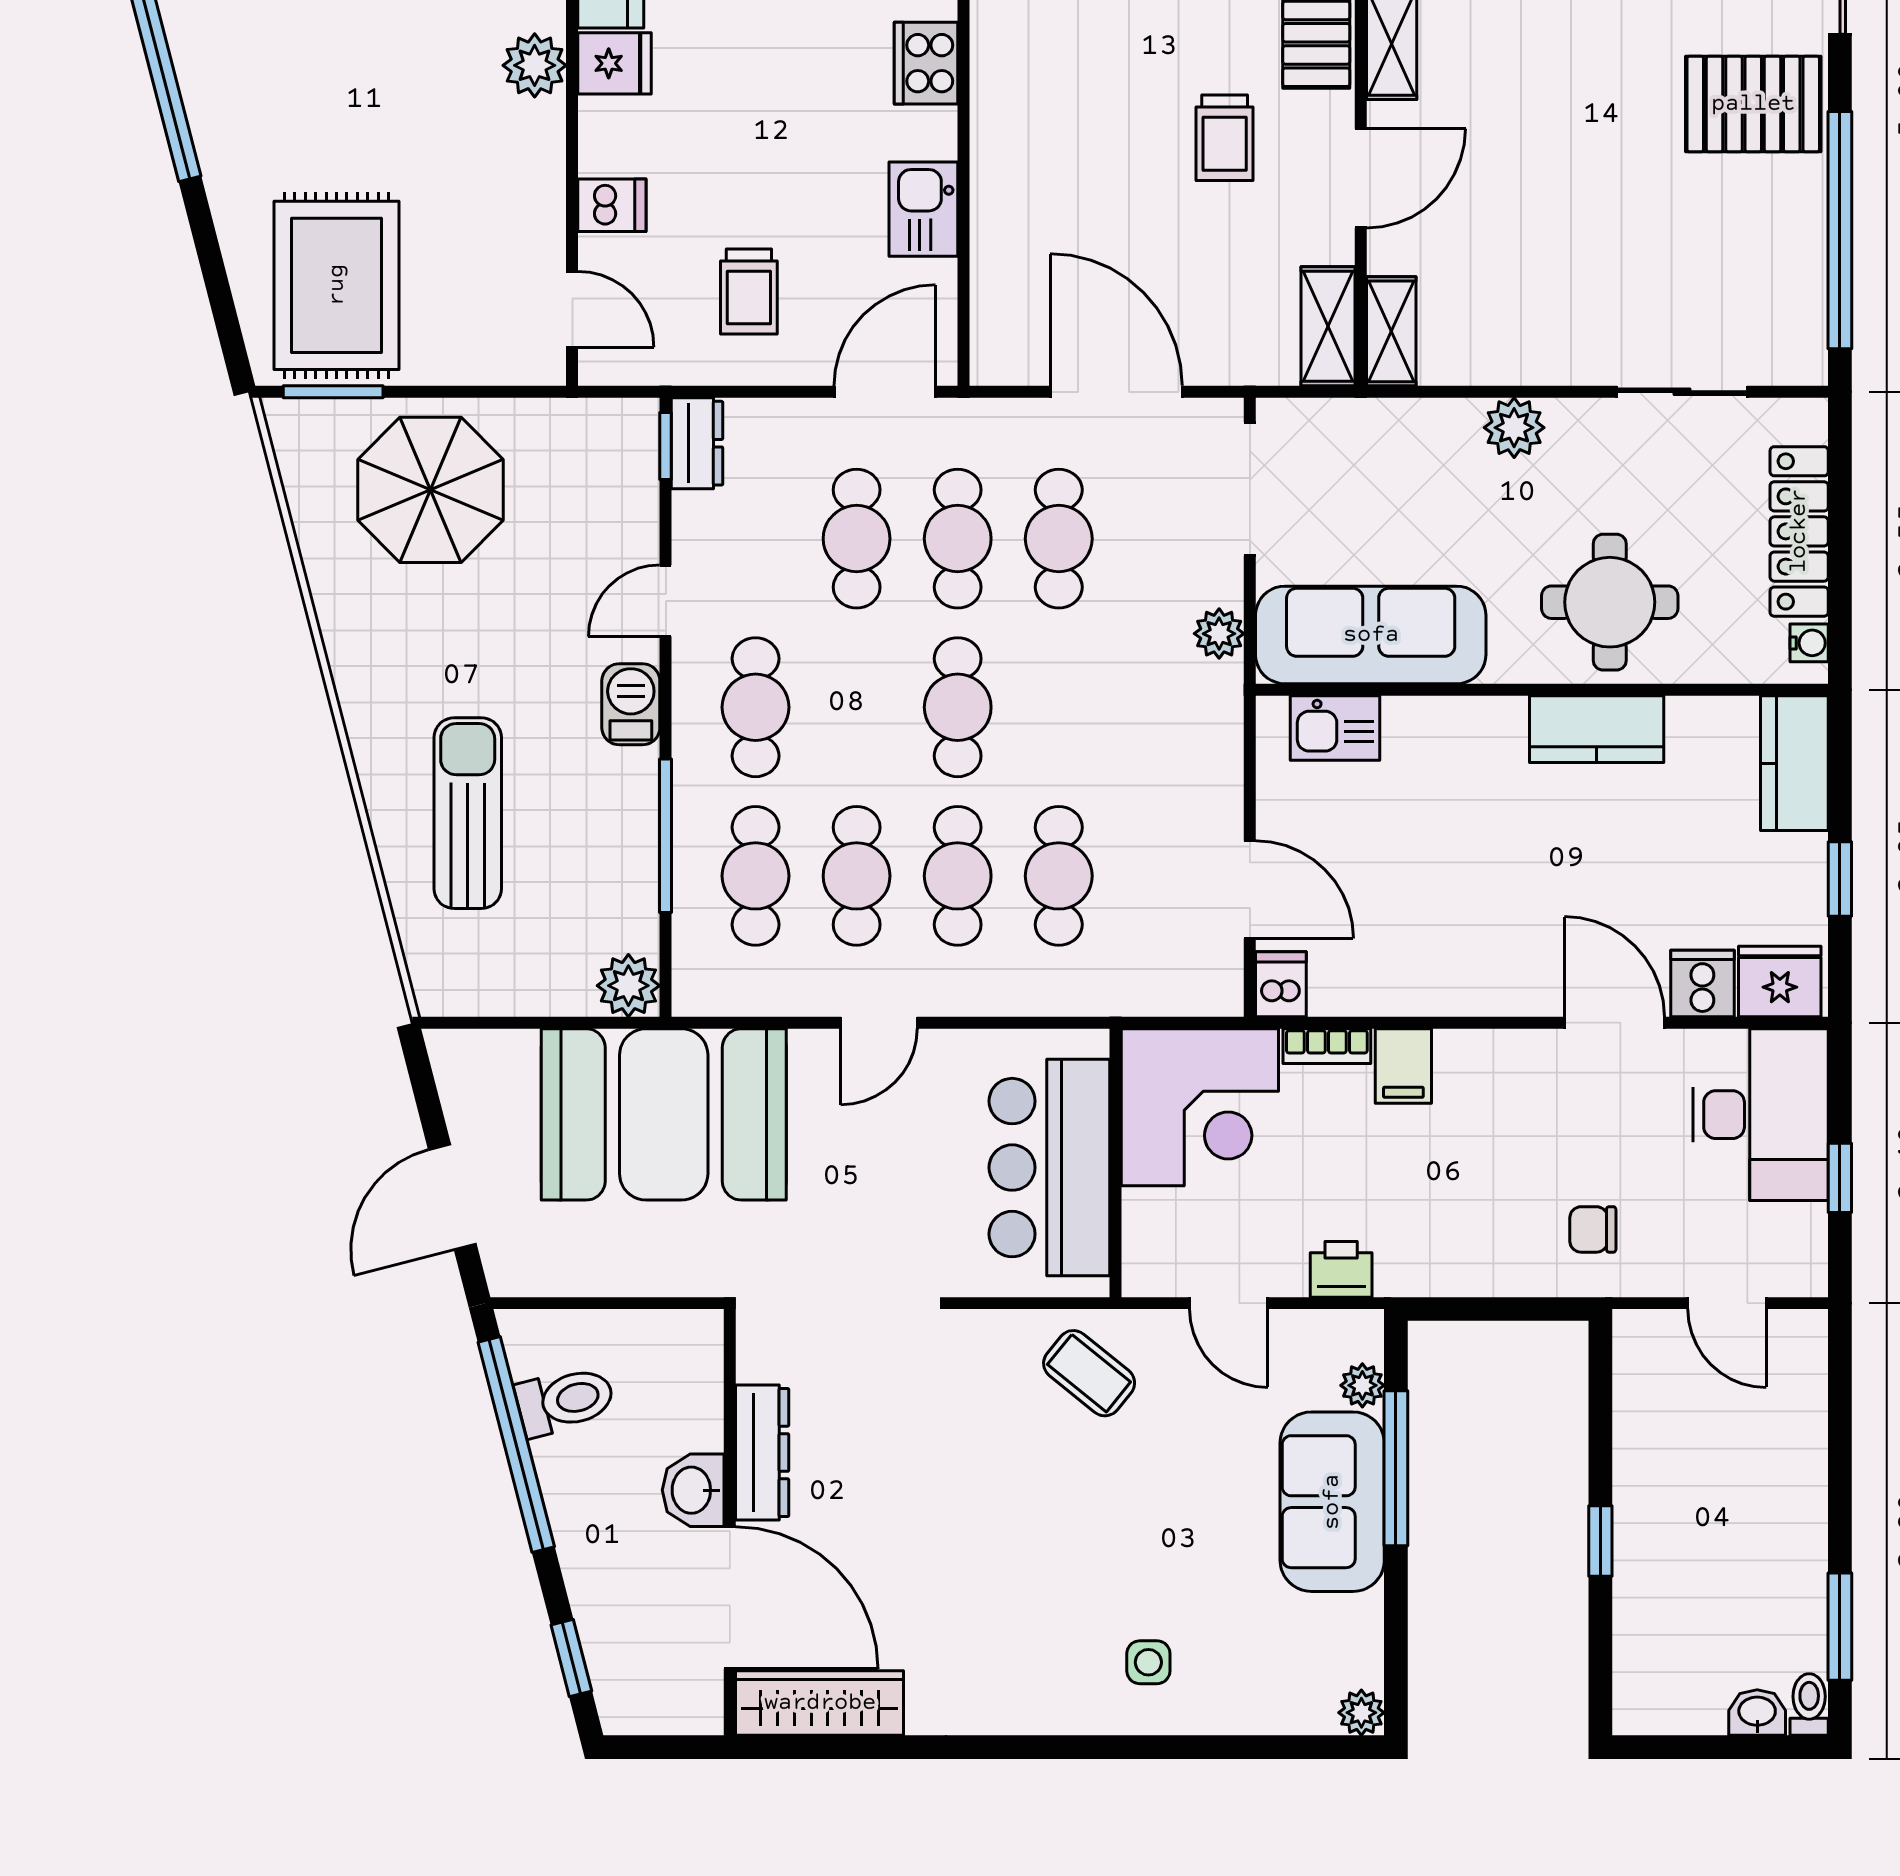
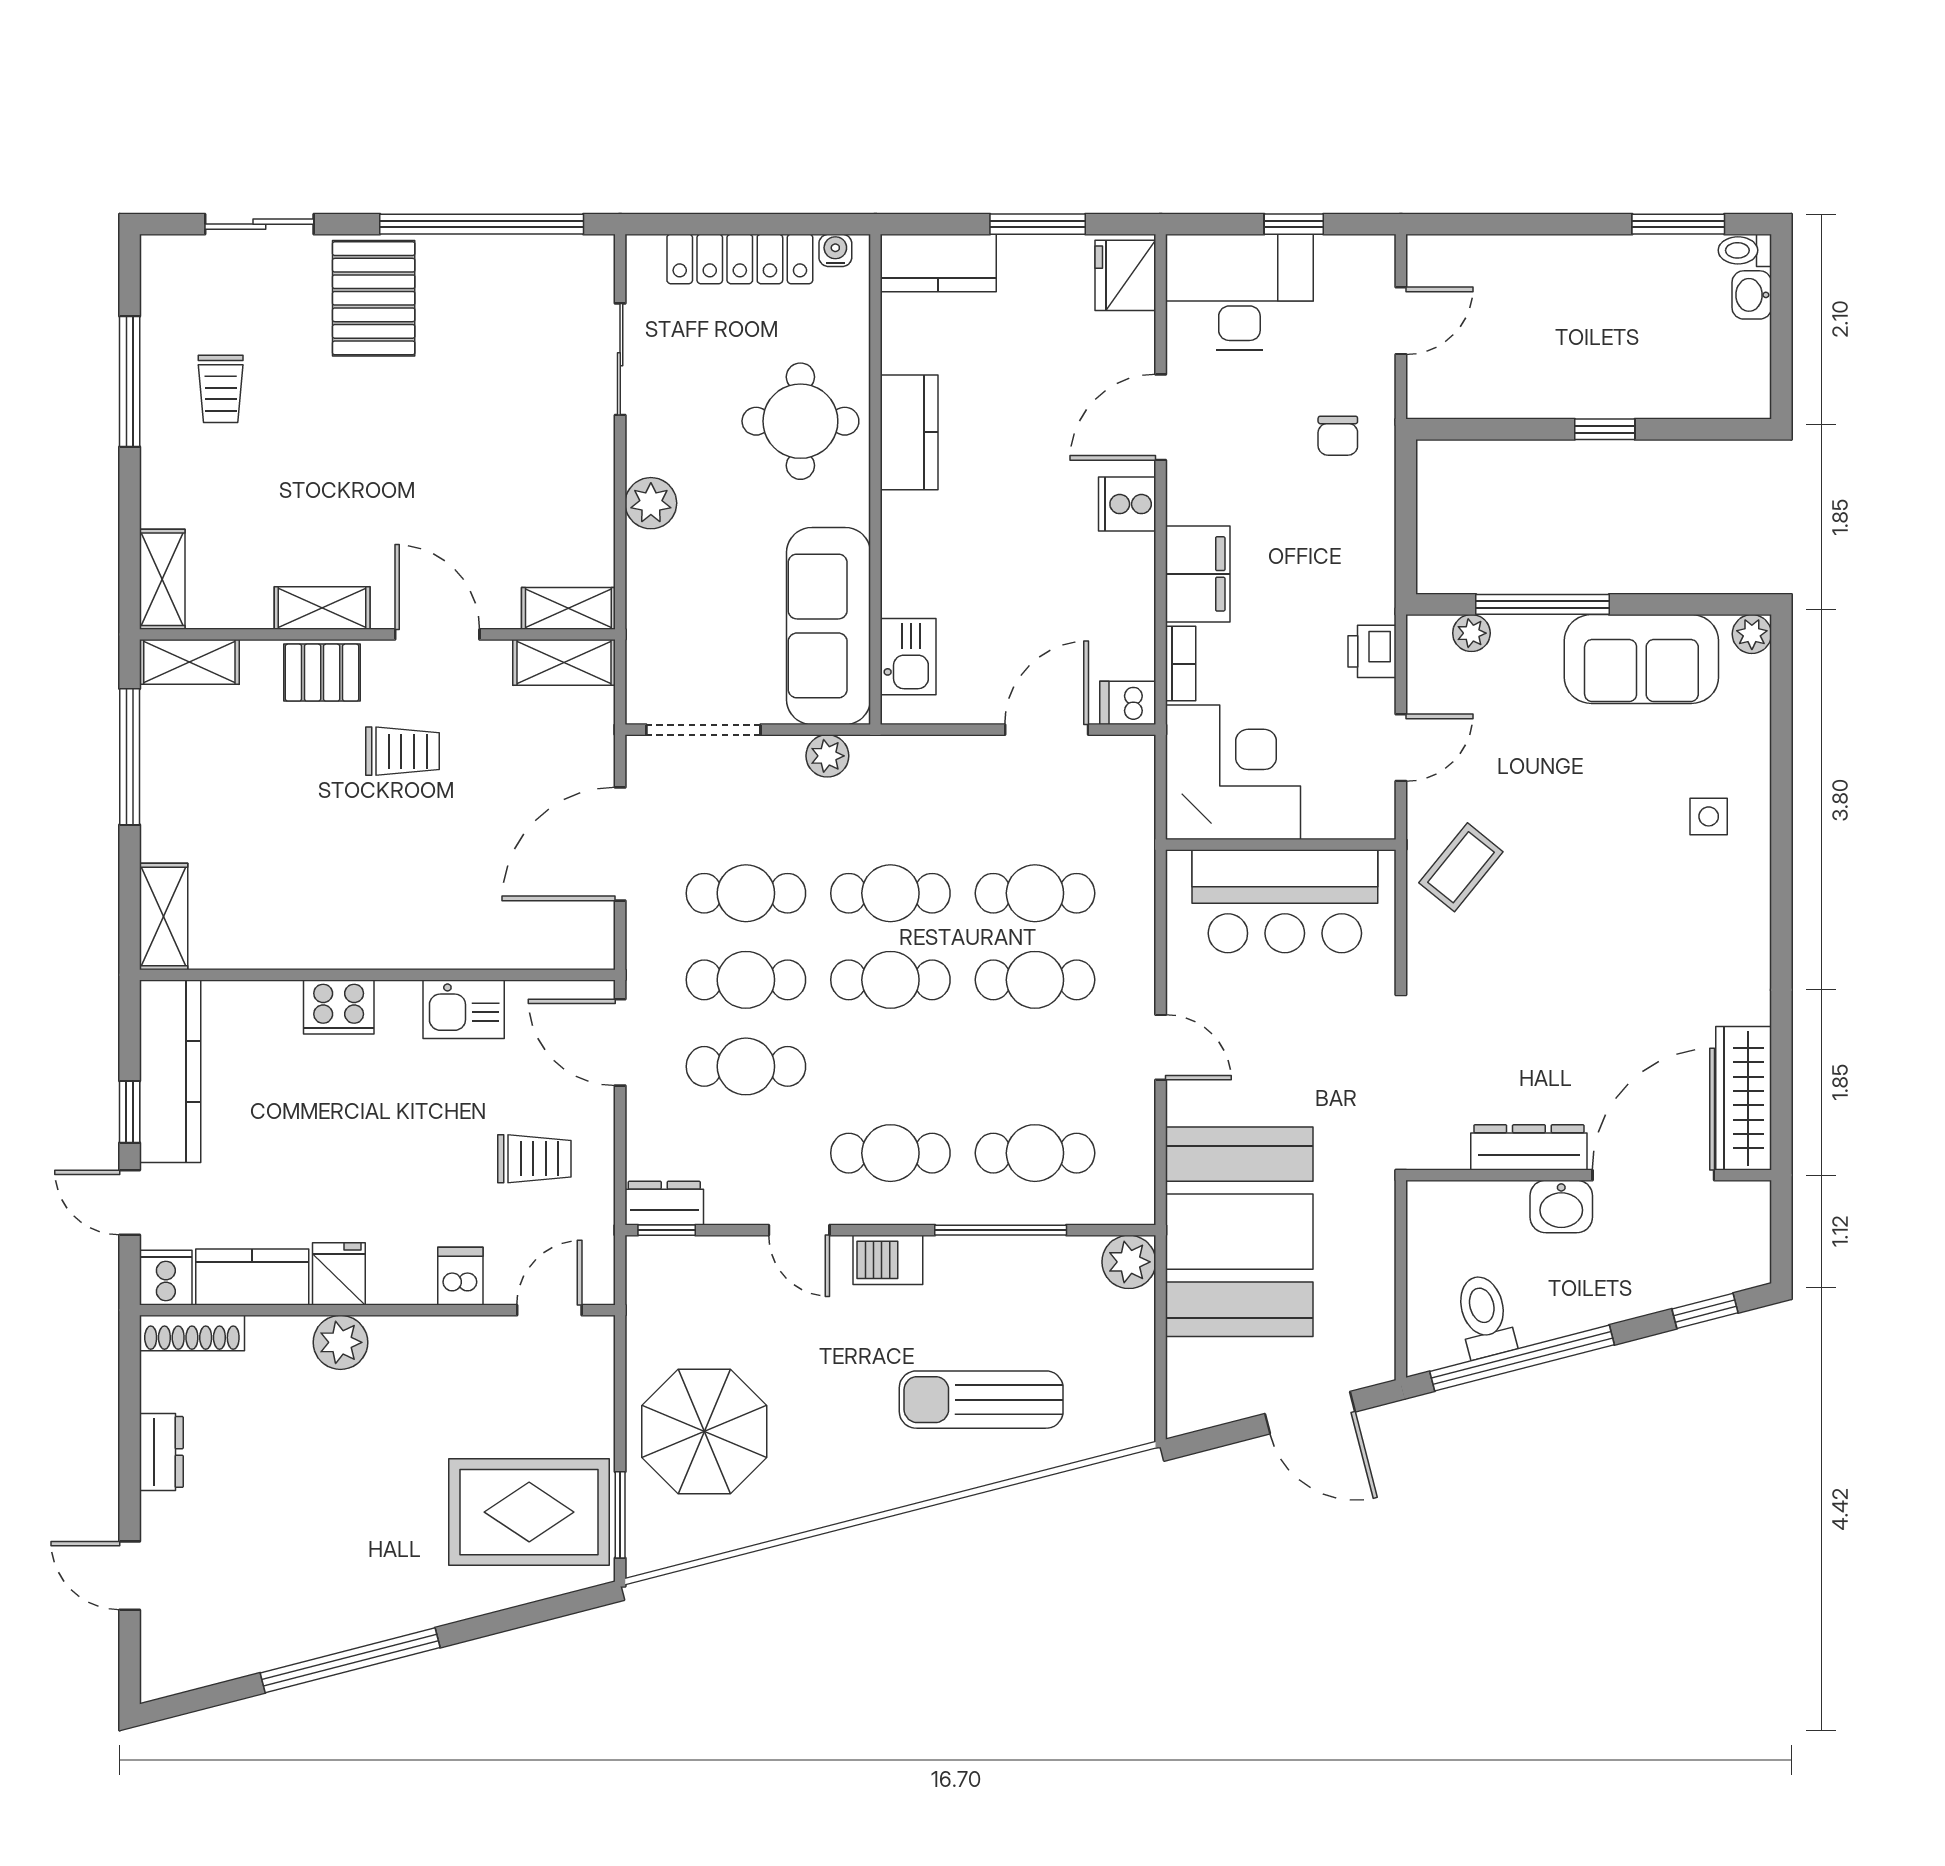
cafe table: (857, 876) -> (890, 893), moved
window: (1840, 879) -> (1038, 224), width x1.50
cooker: (1702, 984) -> (1127, 504), moved
filing cabinet: (1403, 1066) -> (1198, 574), width x2.00
sofa: (1332, 1502) -> (1641, 659), moved

